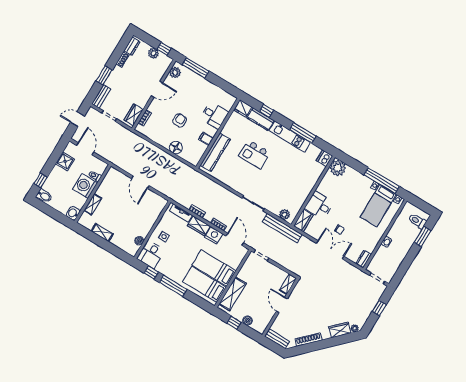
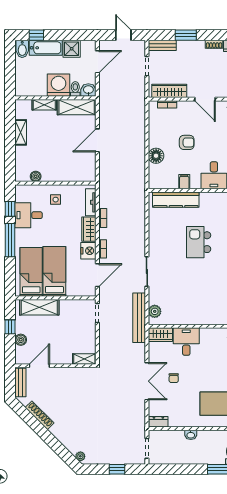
wardrobe: (134, 115) -> (169, 91), width x1.50
bathtub: (53, 179) -> (46, 48), added
shelving: (108, 183) -> (77, 107), added
washbasin: (73, 213) -> (88, 90), moved
desk: (151, 255) -> (29, 215), moved
door: (282, 305) -> (39, 366), moved
wardrobe: (340, 330) -> (69, 442), removed

